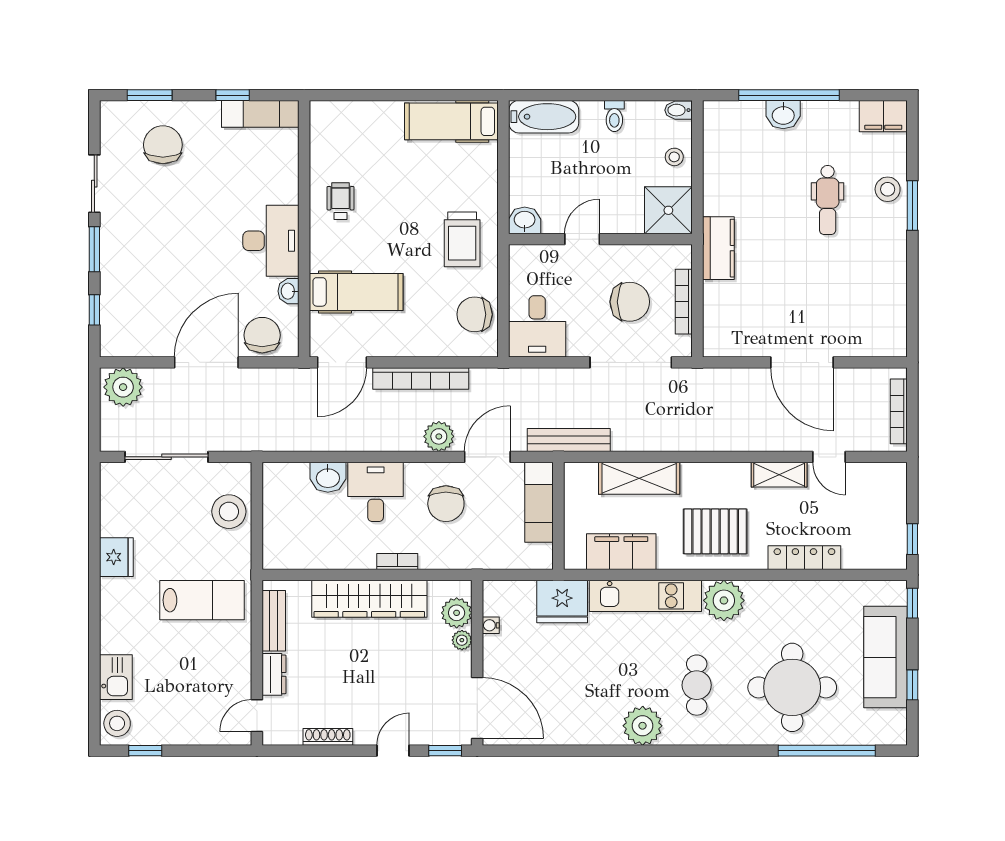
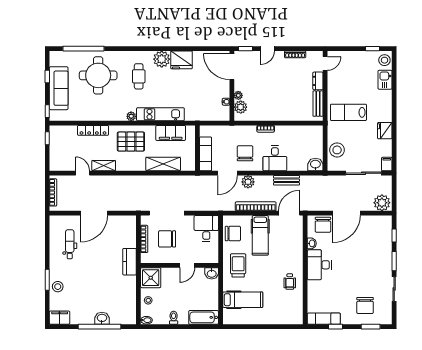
hospital bed: (451, 121) -> (243, 300), moved
dental chair: (828, 200) -> (70, 244), moved
hospital bed: (356, 292) -> (260, 235), moved, turned -90
door: (802, 362) -> (94, 213), swing flipped
bench: (569, 440) -> (286, 180), moved, width x0.73
washbasin: (328, 477) -> (315, 164), moved
filing cabinet: (112, 478) -> (387, 164), added
wardrobe: (369, 599) -> (278, 113), removed
plant: (724, 600) -> (131, 116), width x0.53, depth x0.53
fridge: (562, 601) -> (182, 60), moved, turned 180

